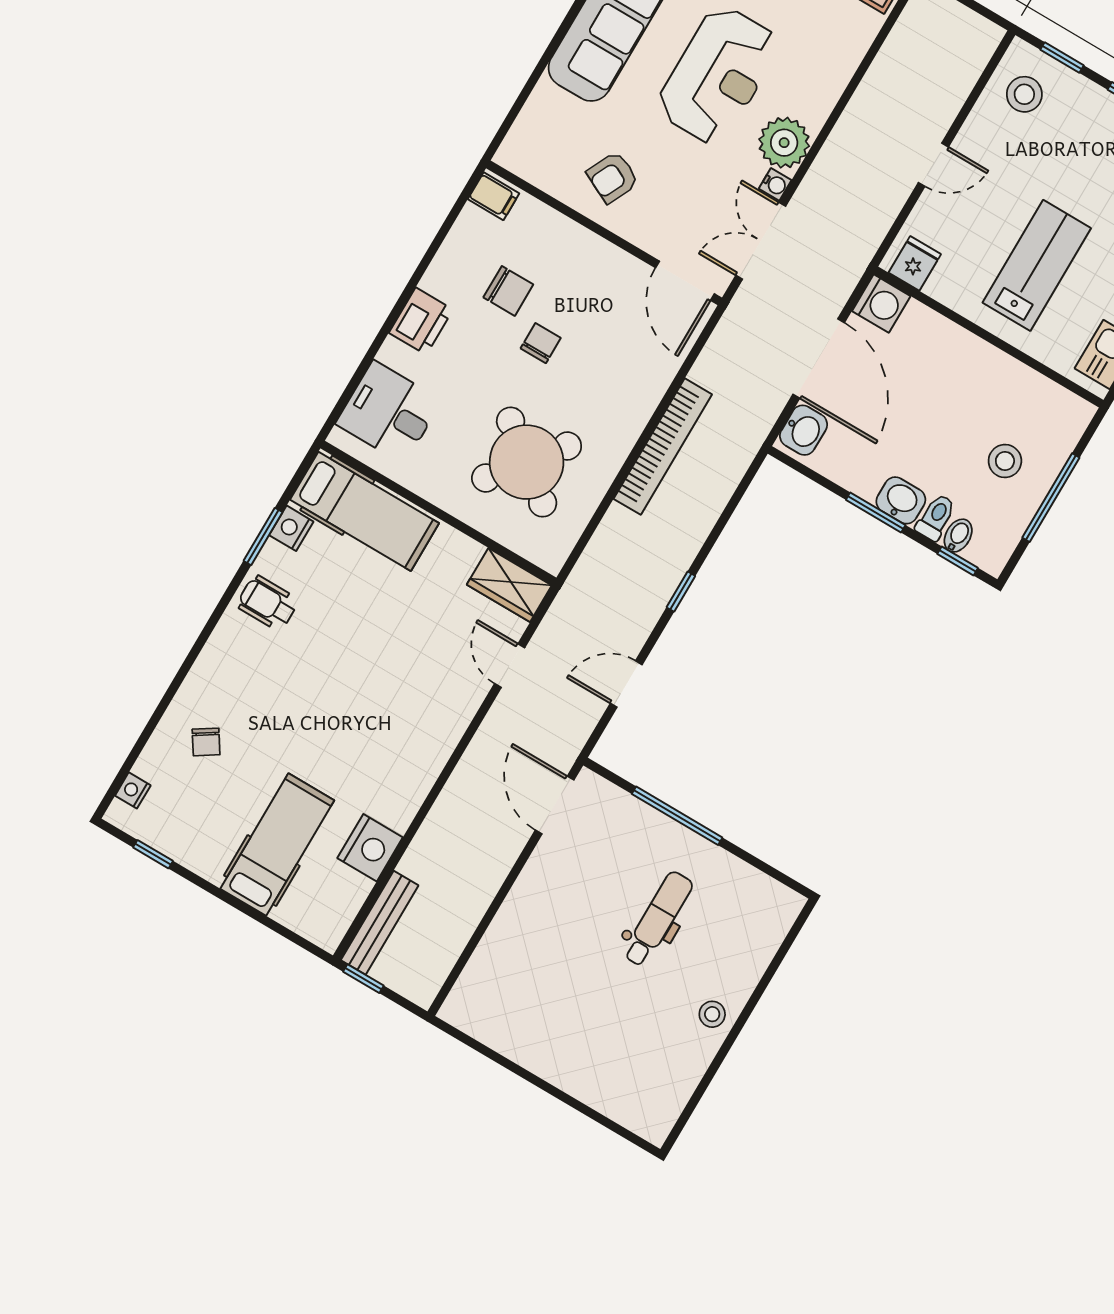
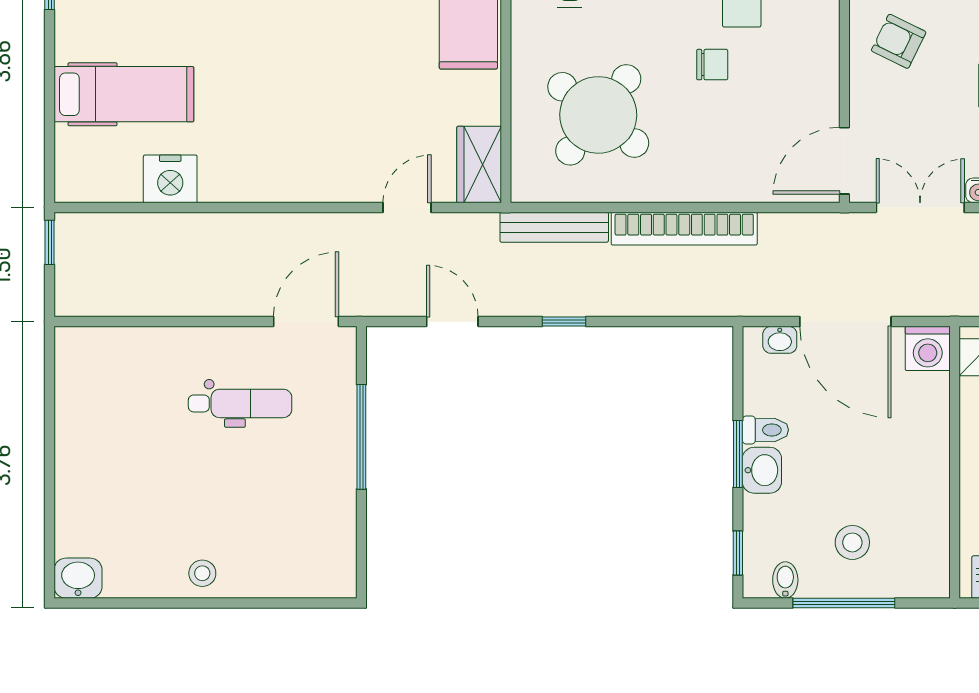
door: (819, 359) -> (845, 322), hinge flipped
washbasin: (804, 430) -> (780, 340), width x0.72, depth x0.69
toilet: (936, 517) -> (765, 430), moved
bidet: (958, 536) -> (785, 580), moved, turned -90
dental chair: (658, 919) -> (240, 403), moved
bench: (380, 923) -> (554, 227), moved
washbasin: (655, 1119) -> (78, 578), added

